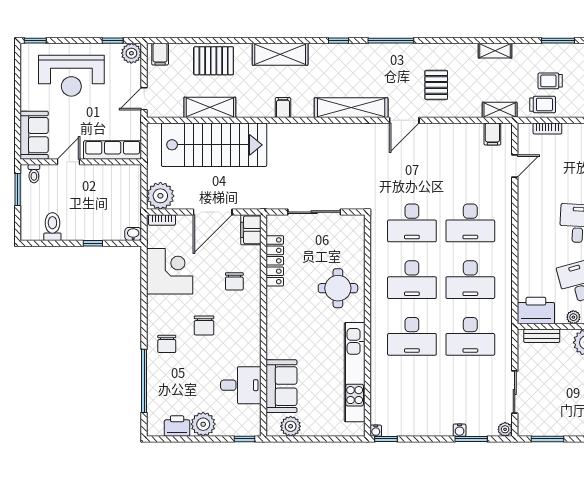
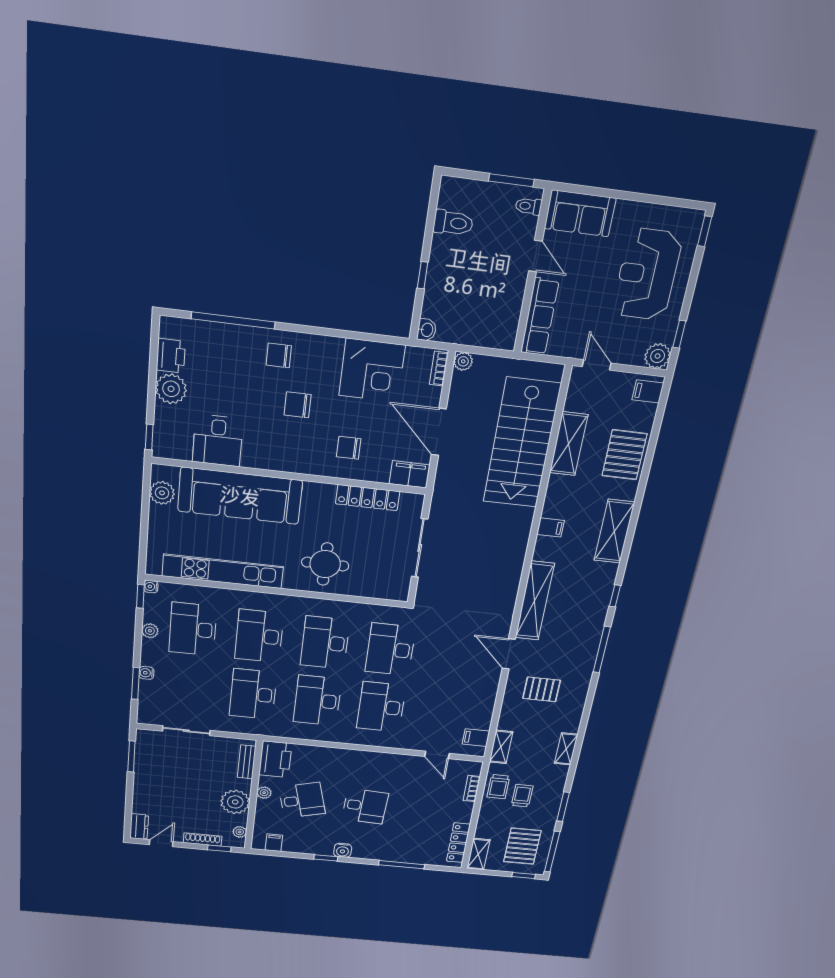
plant: (160, 196) -> (463, 361), width x0.53, depth x0.53
sofa: (281, 386) -> (240, 496), width x1.85, depth x1.27
desk: (412, 393) -> (193, 629), added
plant: (505, 429) -> (150, 631), moved

